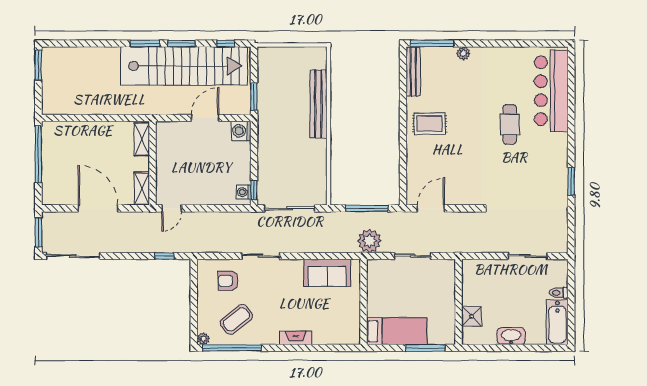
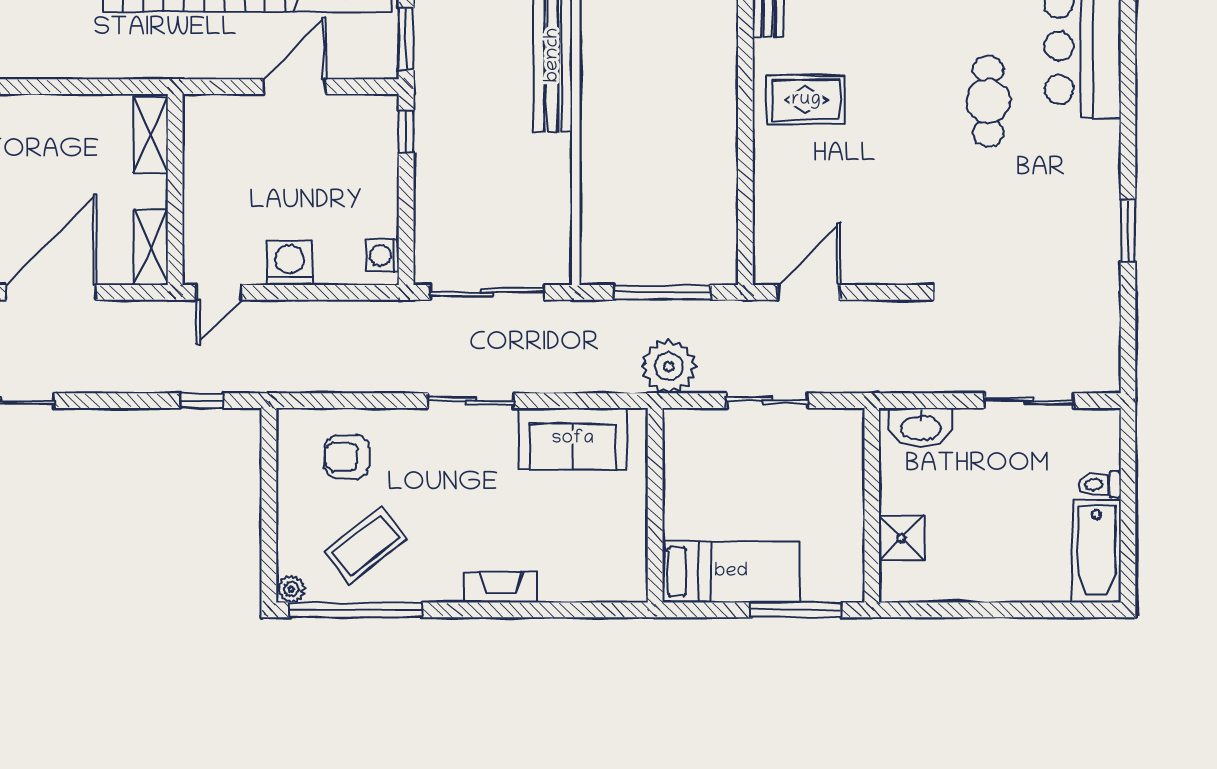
washing machine: (241, 131) -> (290, 263), moved, turned 90
window: (254, 190) -> (406, 131), moved
door: (98, 208) -> (51, 292), hinge flipped
sliding door: (261, 256) -> (471, 401), moved
washbasin: (511, 336) -> (921, 427), moved, turned 180

